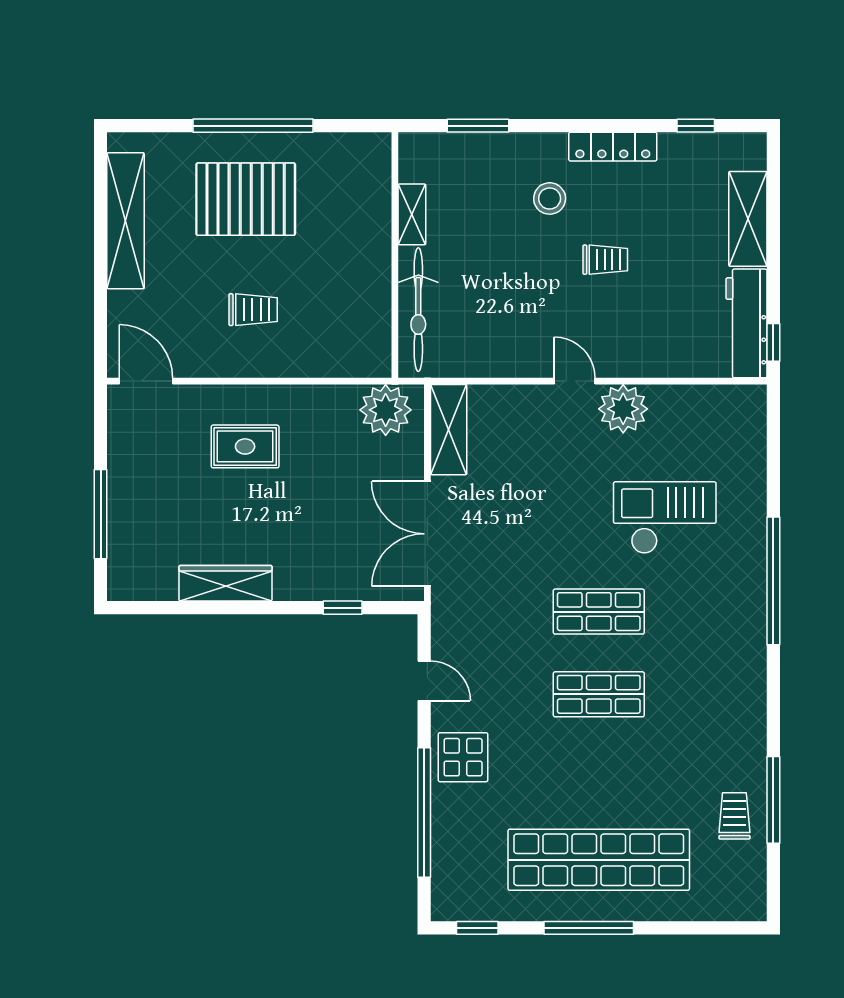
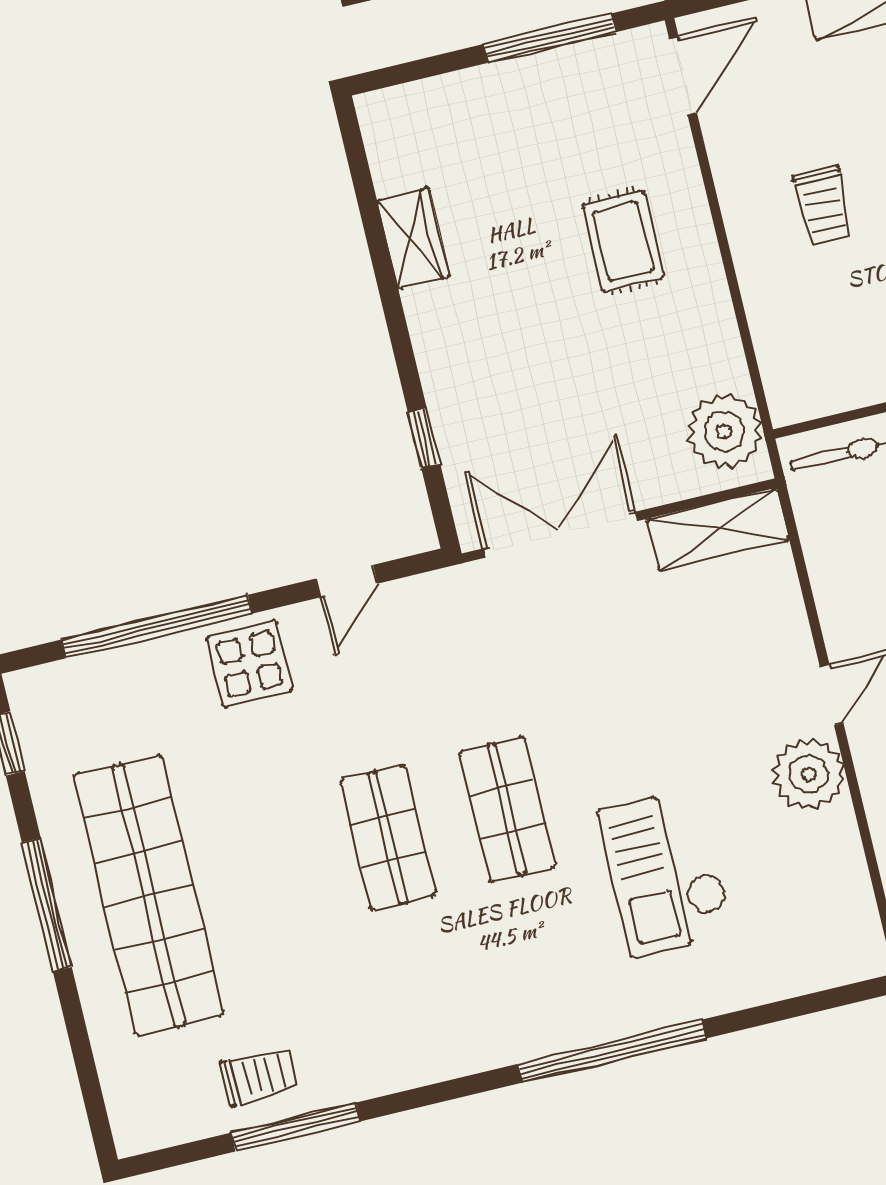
window: (101, 514) -> (550, 38), moved
checkout: (665, 518) -> (666, 872), turned 180
wardrobe: (226, 583) -> (413, 238), width x0.67

